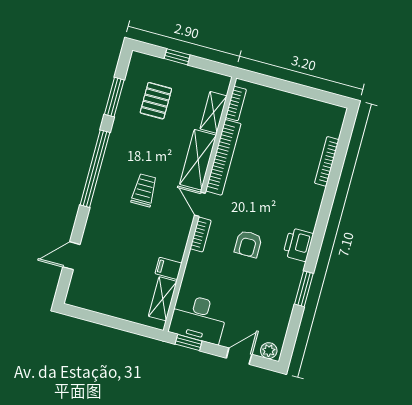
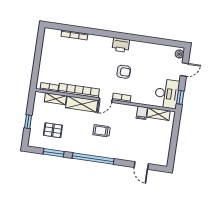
window: (304, 289) -> (144, 39), removed
door: (239, 356) -> (184, 69), swing flipped

